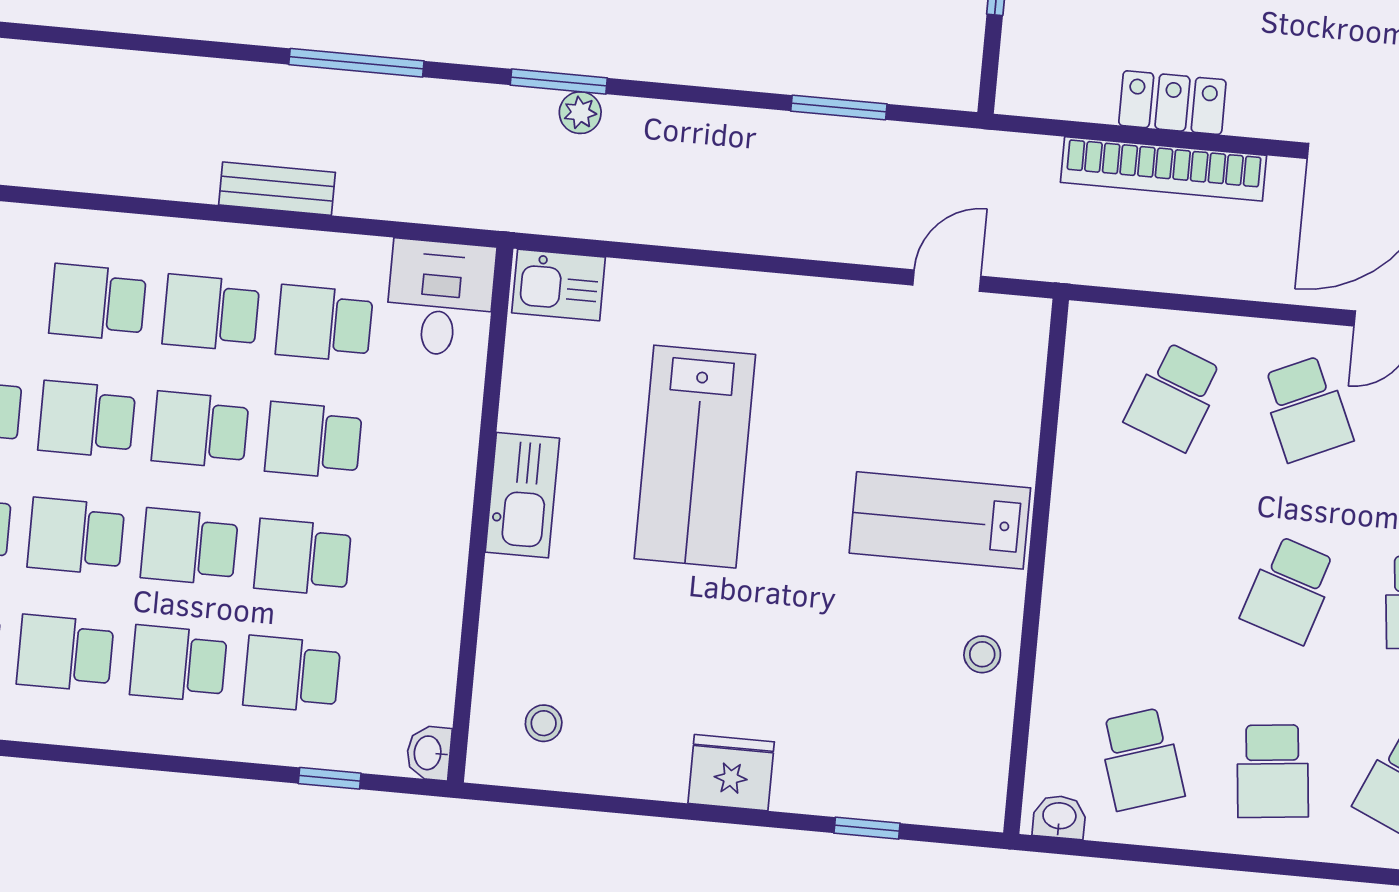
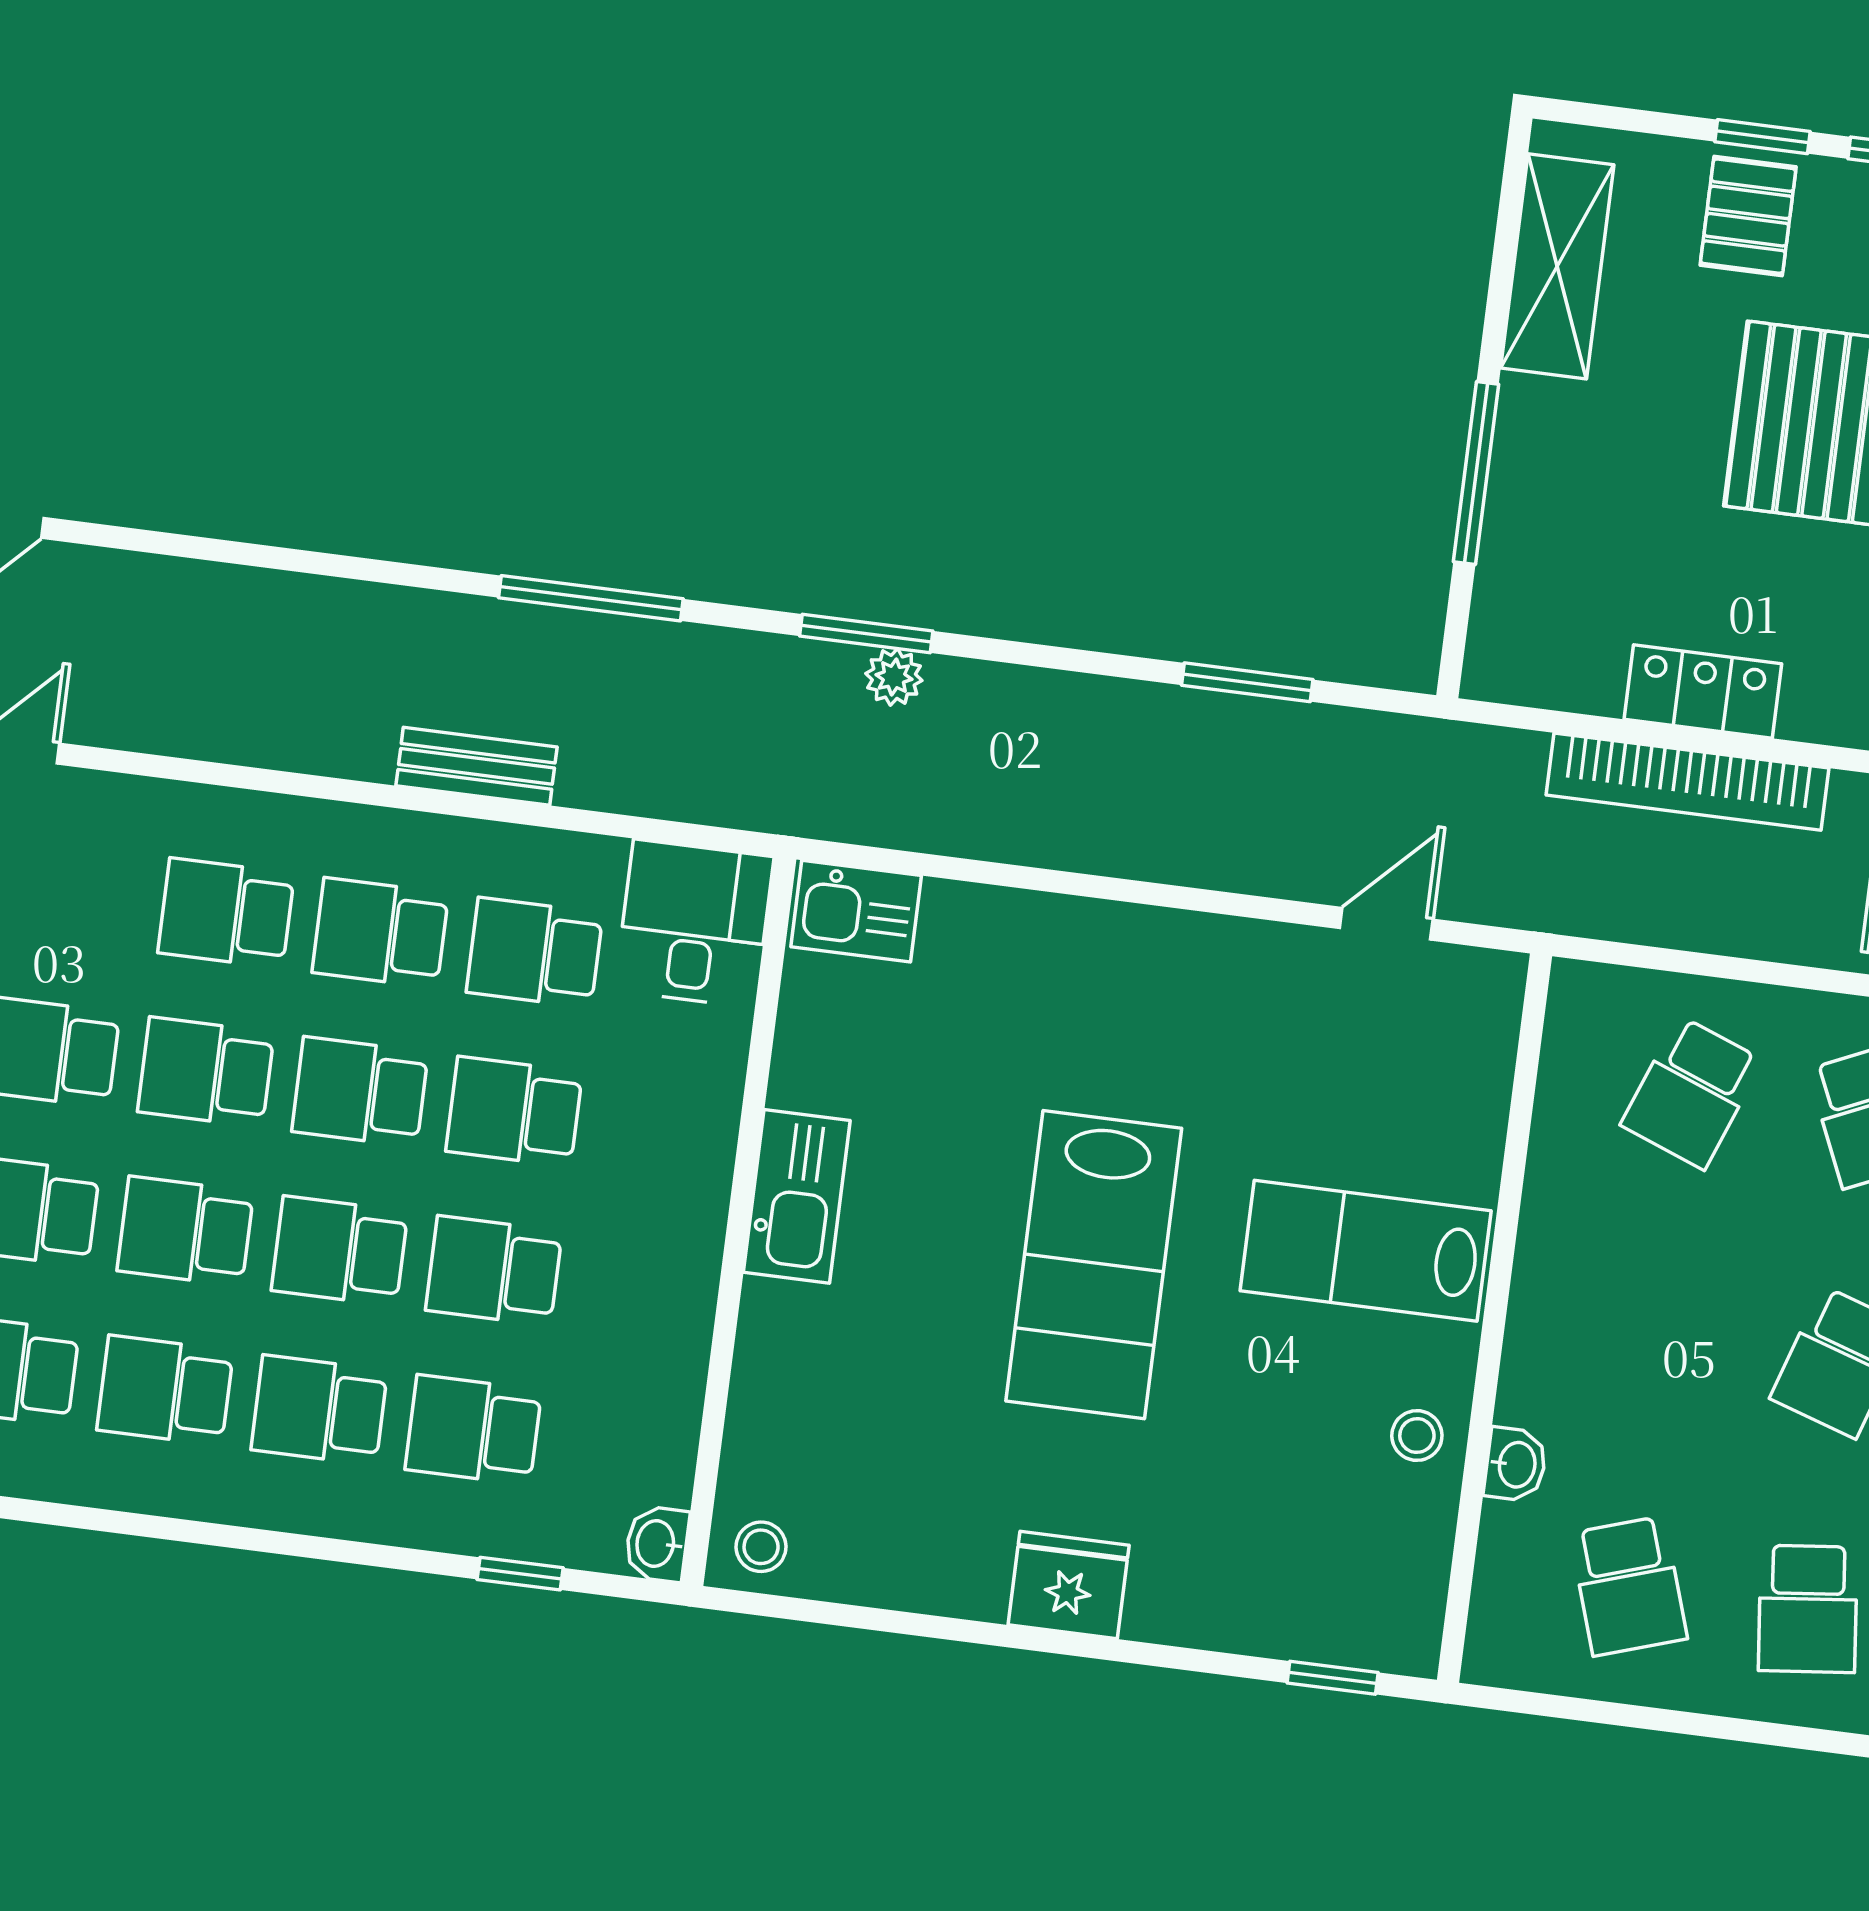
lab bench: (695, 457) -> (1094, 1265), moved
stool: (544, 723) -> (761, 1547), moved
washbasin: (1059, 817) -> (1516, 1465), moved, turned 90
window: (867, 828) -> (1333, 1678), moved

